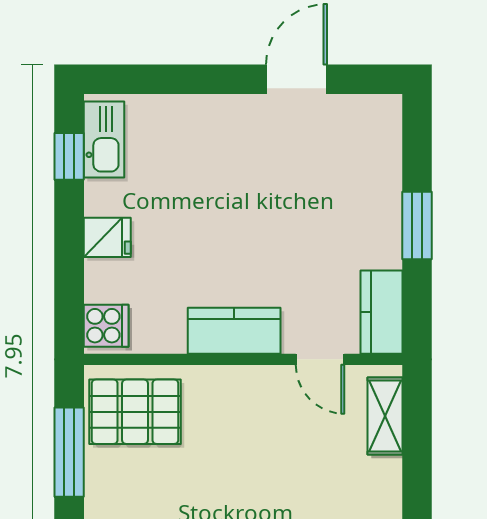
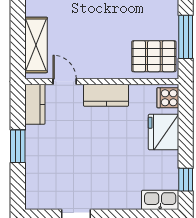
kitchen sink: (104, 140) -> (160, 200), moved, turned 90
fridge: (107, 237) -> (163, 132), width x1.88, depth x1.34
shelving: (385, 416) -> (36, 45), width x1.50, depth x1.33

